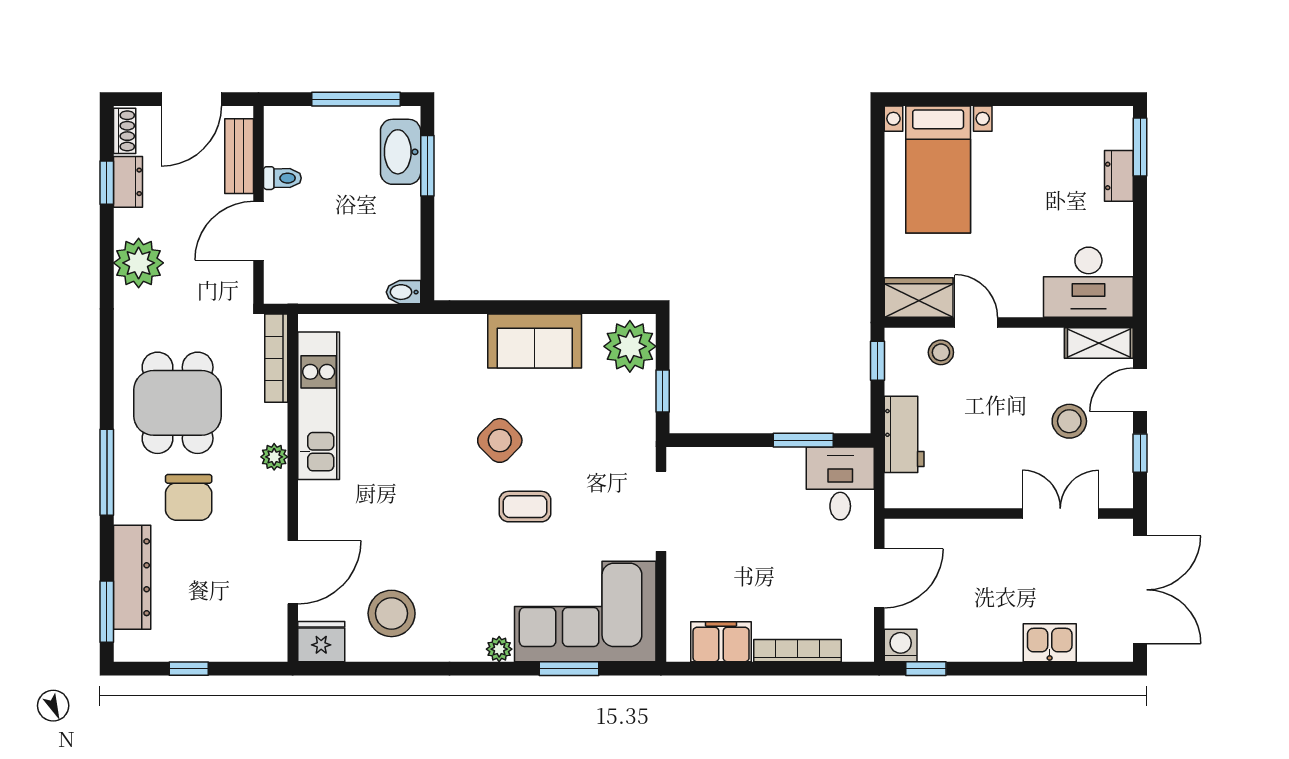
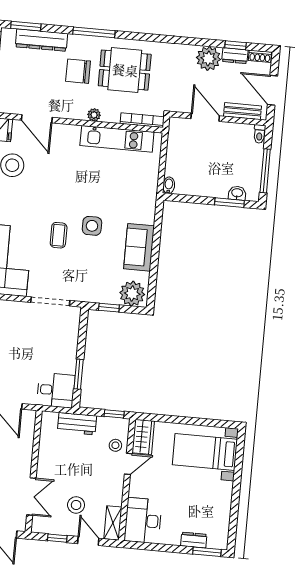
washbasin: (401, 152) -> (237, 193), width x0.52, depth x0.69
toilet: (282, 178) -> (259, 134), moved
plant: (139, 263) -> (208, 58), moved
side table: (500, 440) -> (92, 226), turned 45

